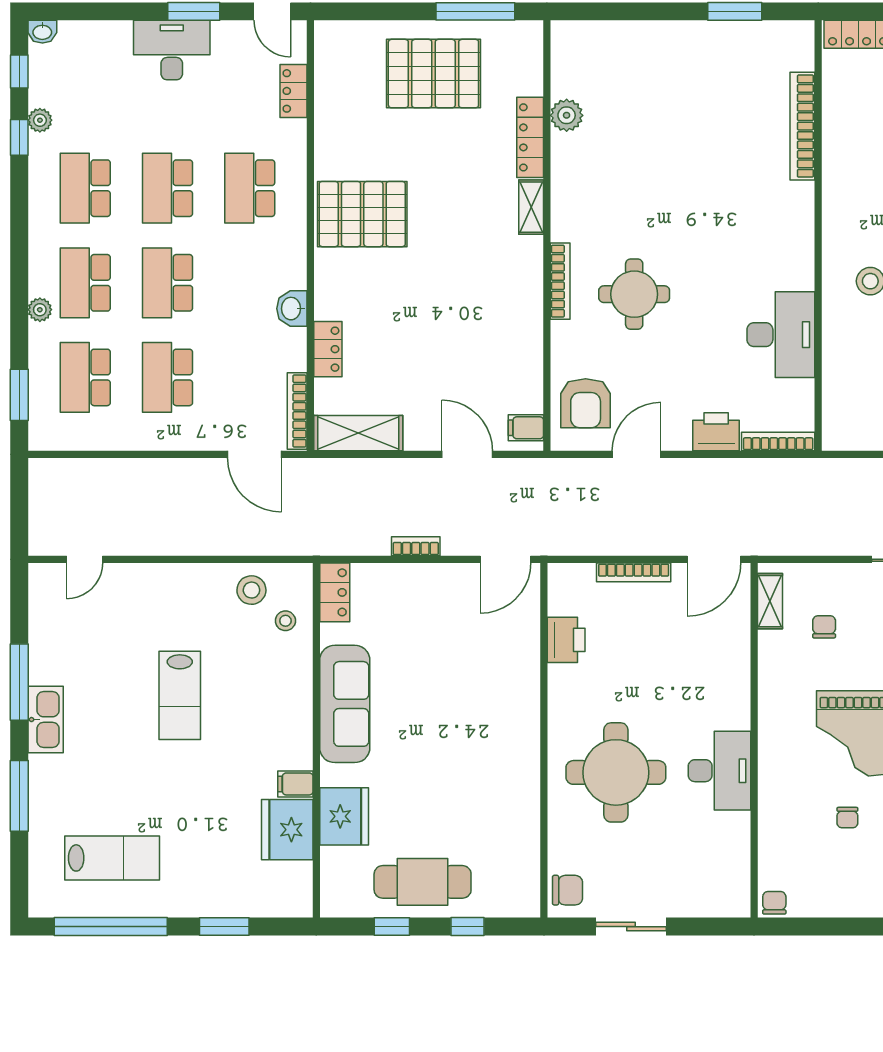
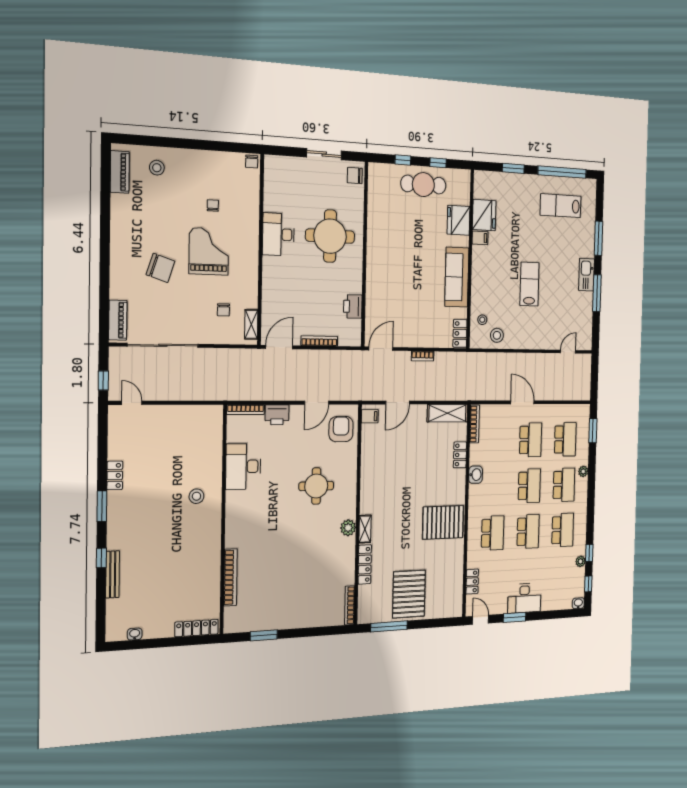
pallet: (433, 74) -> (409, 594), turned 90
plant: (567, 115) -> (348, 528), moved
bookcase: (560, 281) -> (350, 605), moved
door: (254, 454) -> (522, 402), moved
door: (467, 454) -> (398, 403), hinge flipped

